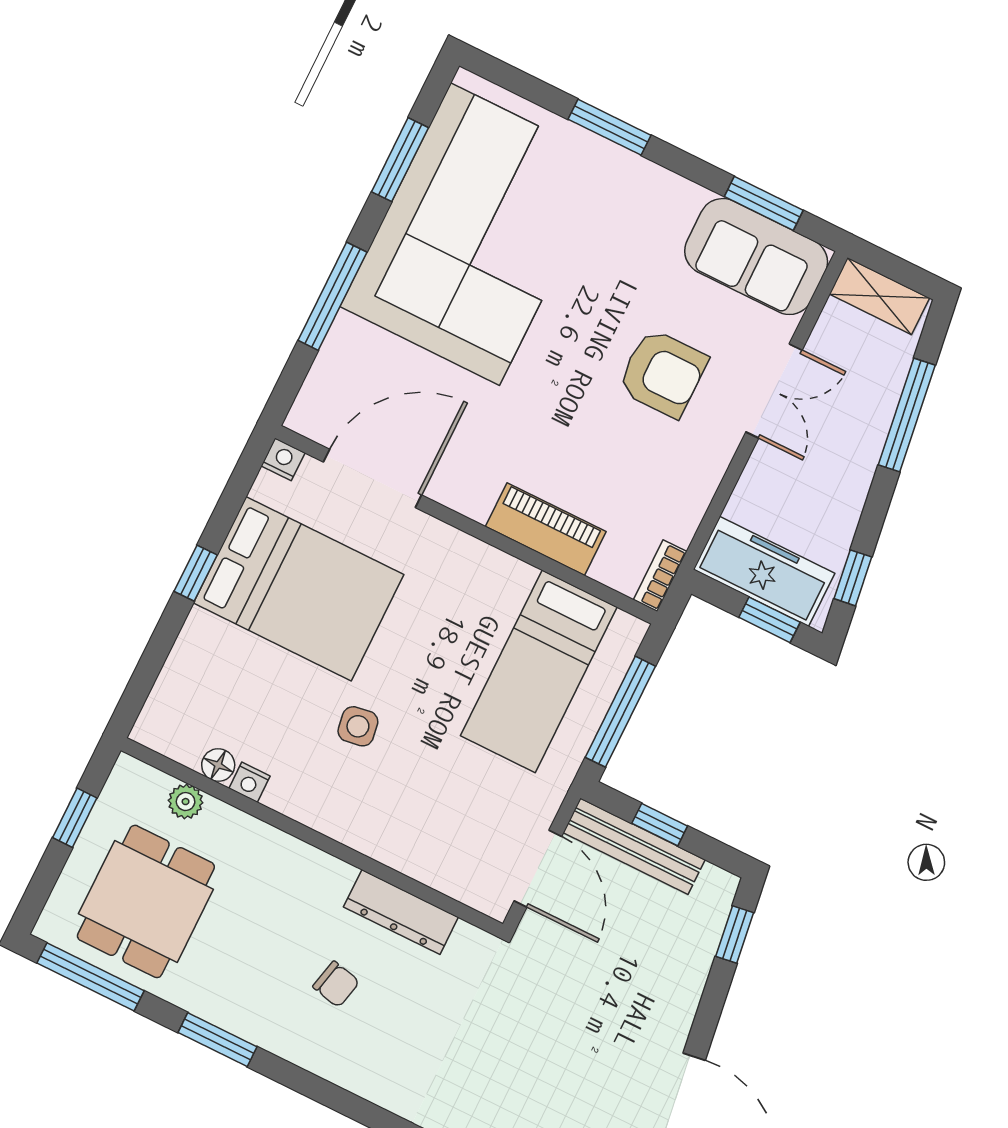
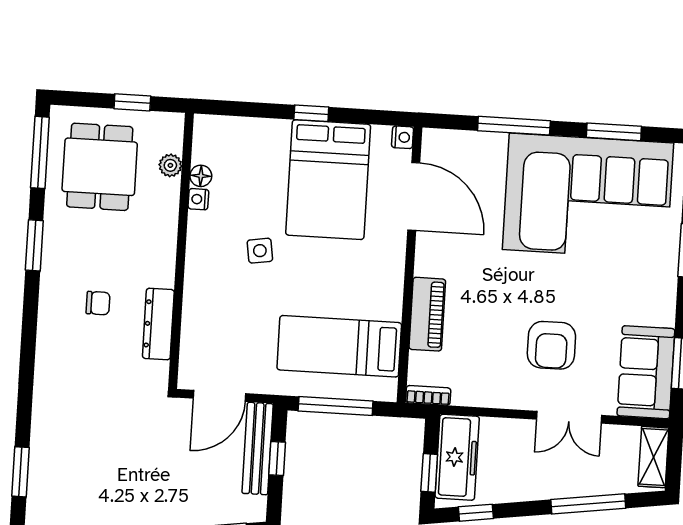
dining table: (146, 901) -> (100, 167), turned 90
chair: (336, 984) -> (98, 303), turned -103

